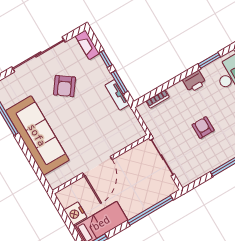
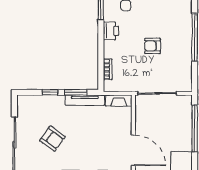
fireplace: (87, 45) -> (119, 100), moved
tv unit: (117, 95) -> (85, 100), width x1.41

